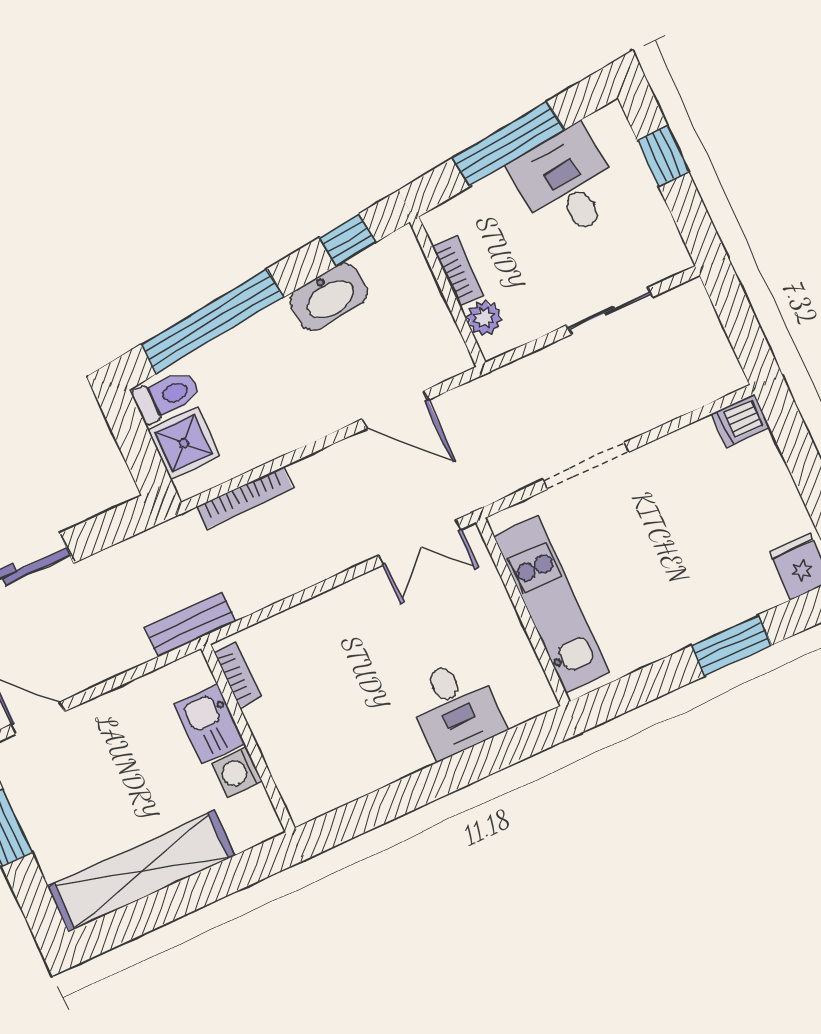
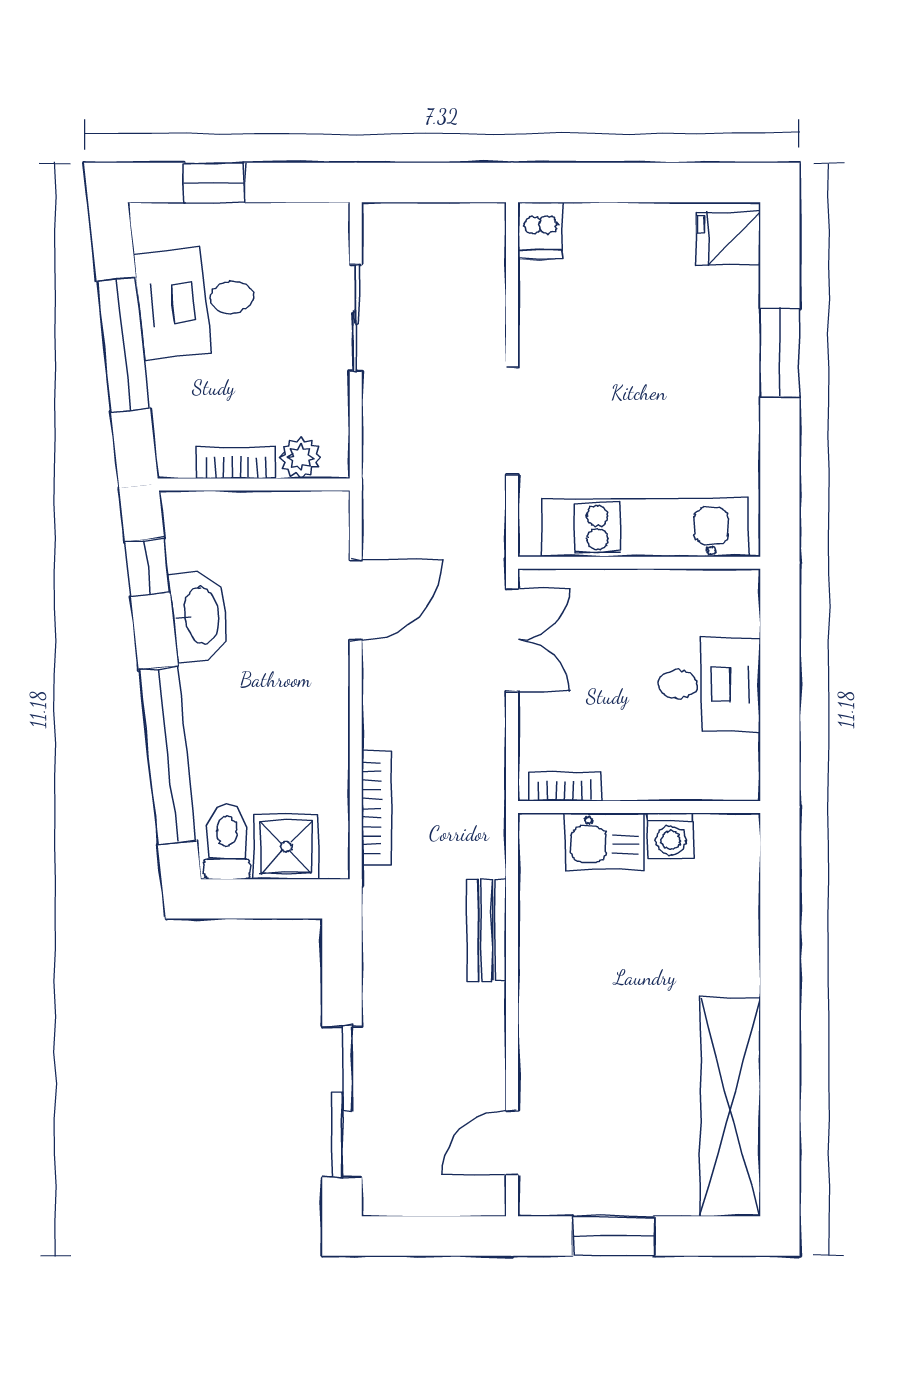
bookcase: (238, 675) -> (565, 787), moved
kitchen sink: (210, 724) -> (604, 841), moved
wall: (248, 738) -> (639, 807), moved
washing machine: (237, 772) -> (671, 836), moved

